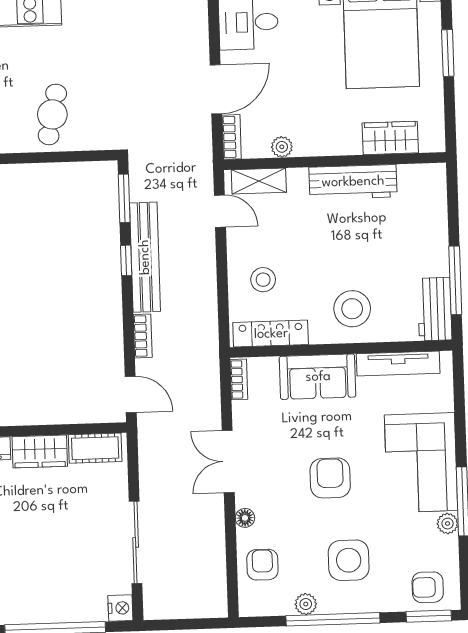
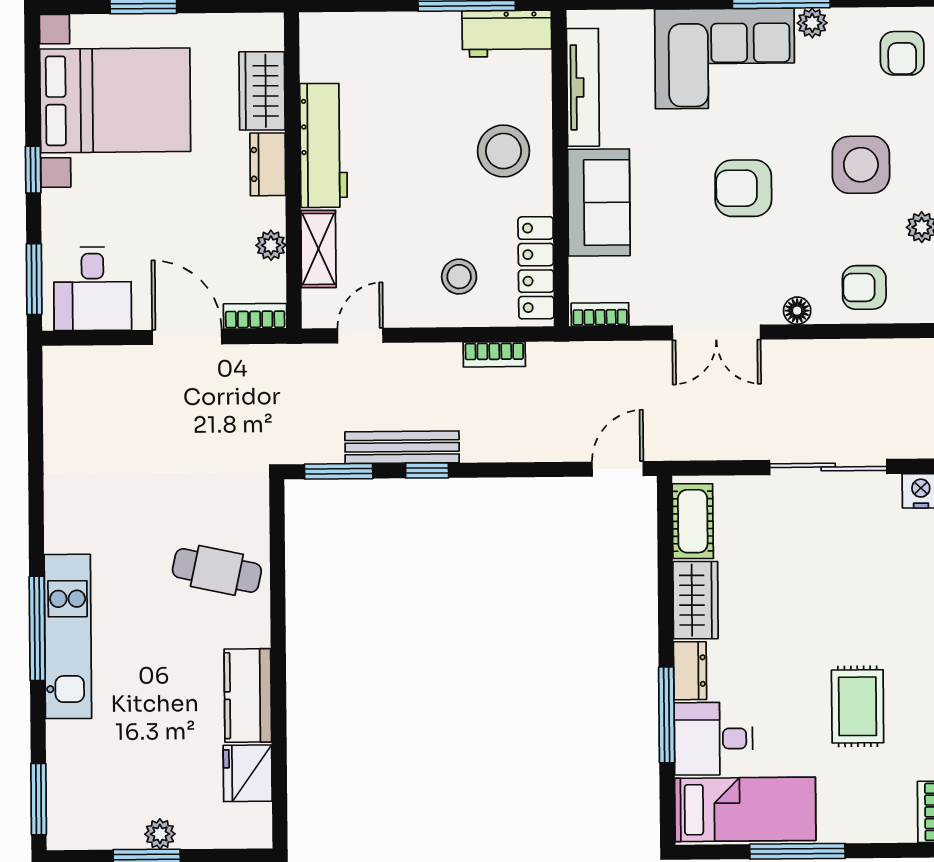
dresser: (339, 143) -> (268, 164), added
shelving: (259, 181) -> (318, 249), moved
bench: (145, 257) -> (402, 447), width x0.73, depth x0.82
bookcase: (143, 336) -> (494, 354), moved, turned 180

